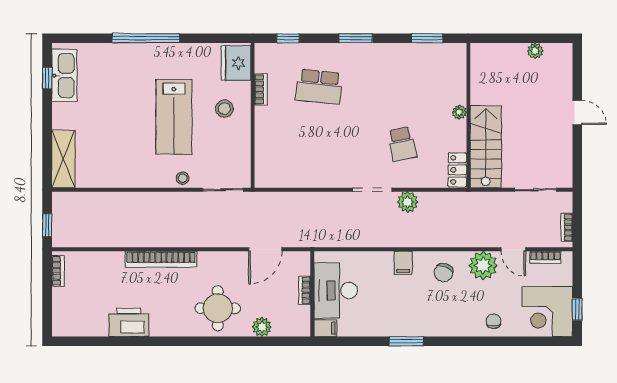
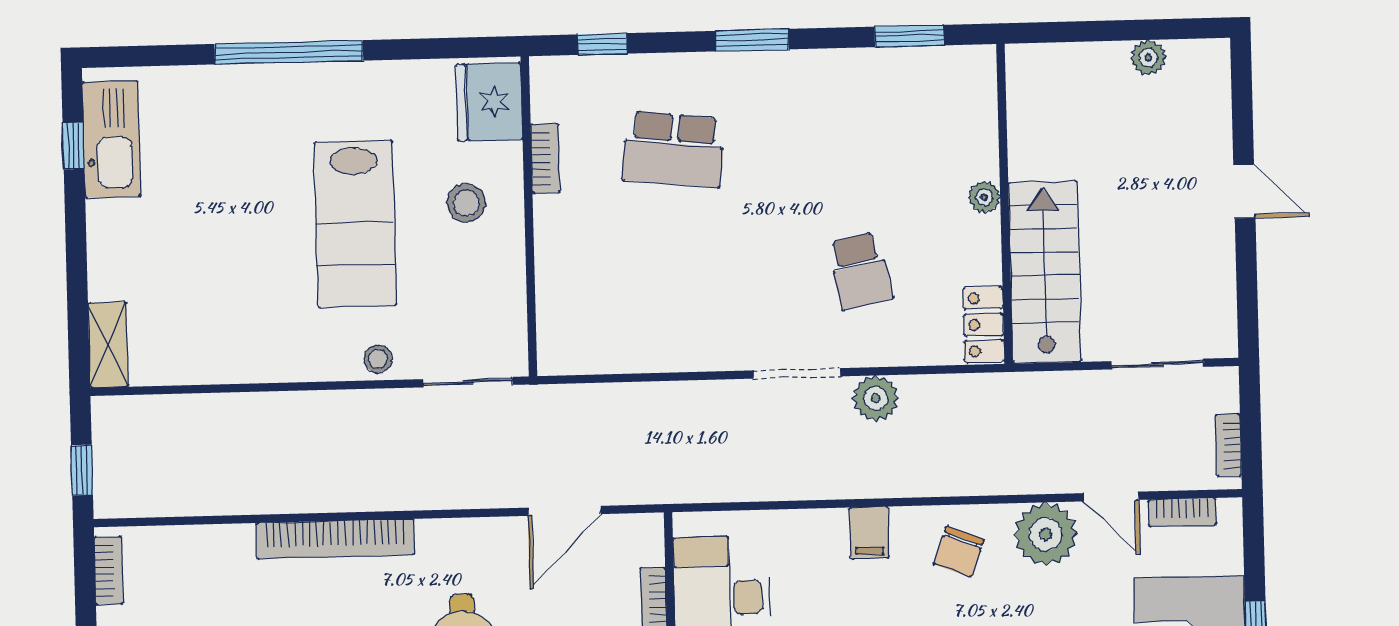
shelving: (63, 159) -> (108, 345), width x0.67, depth x0.75

